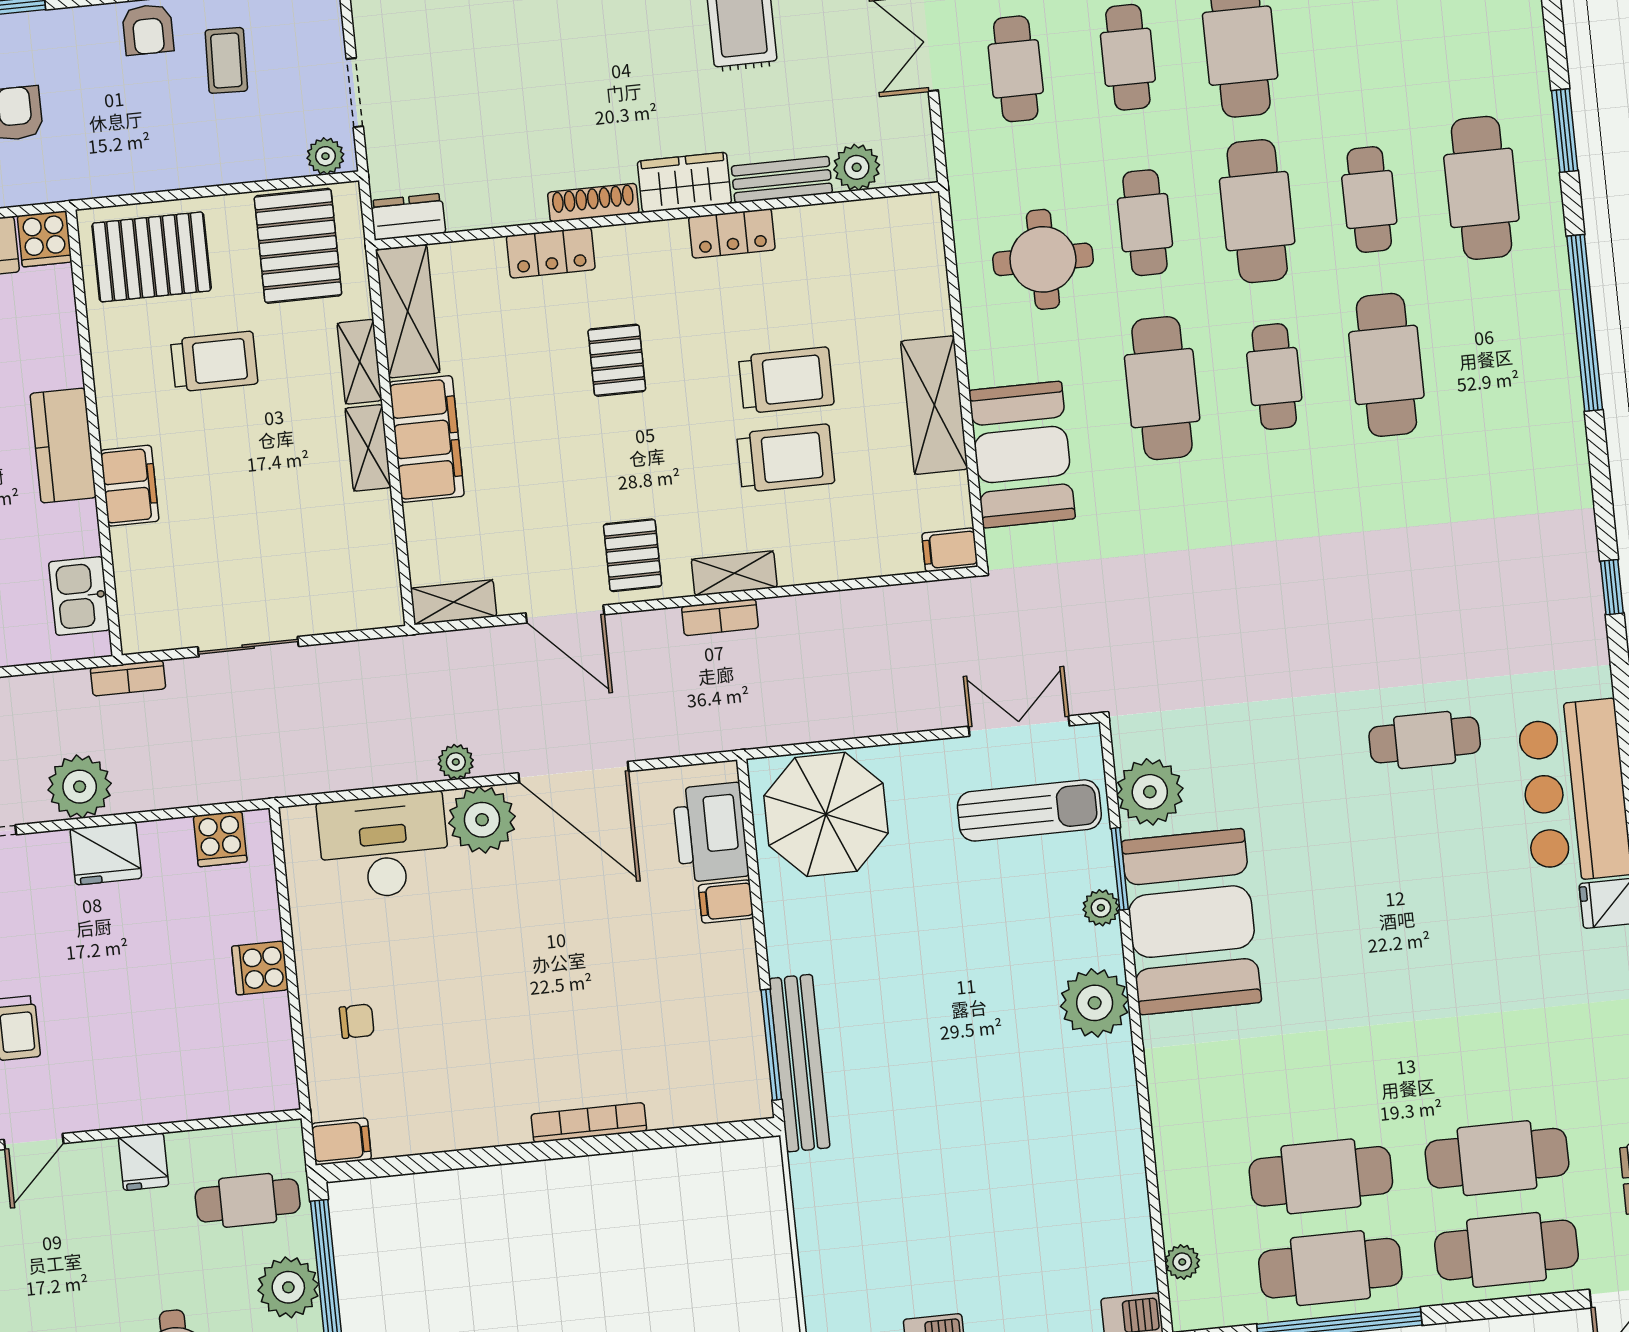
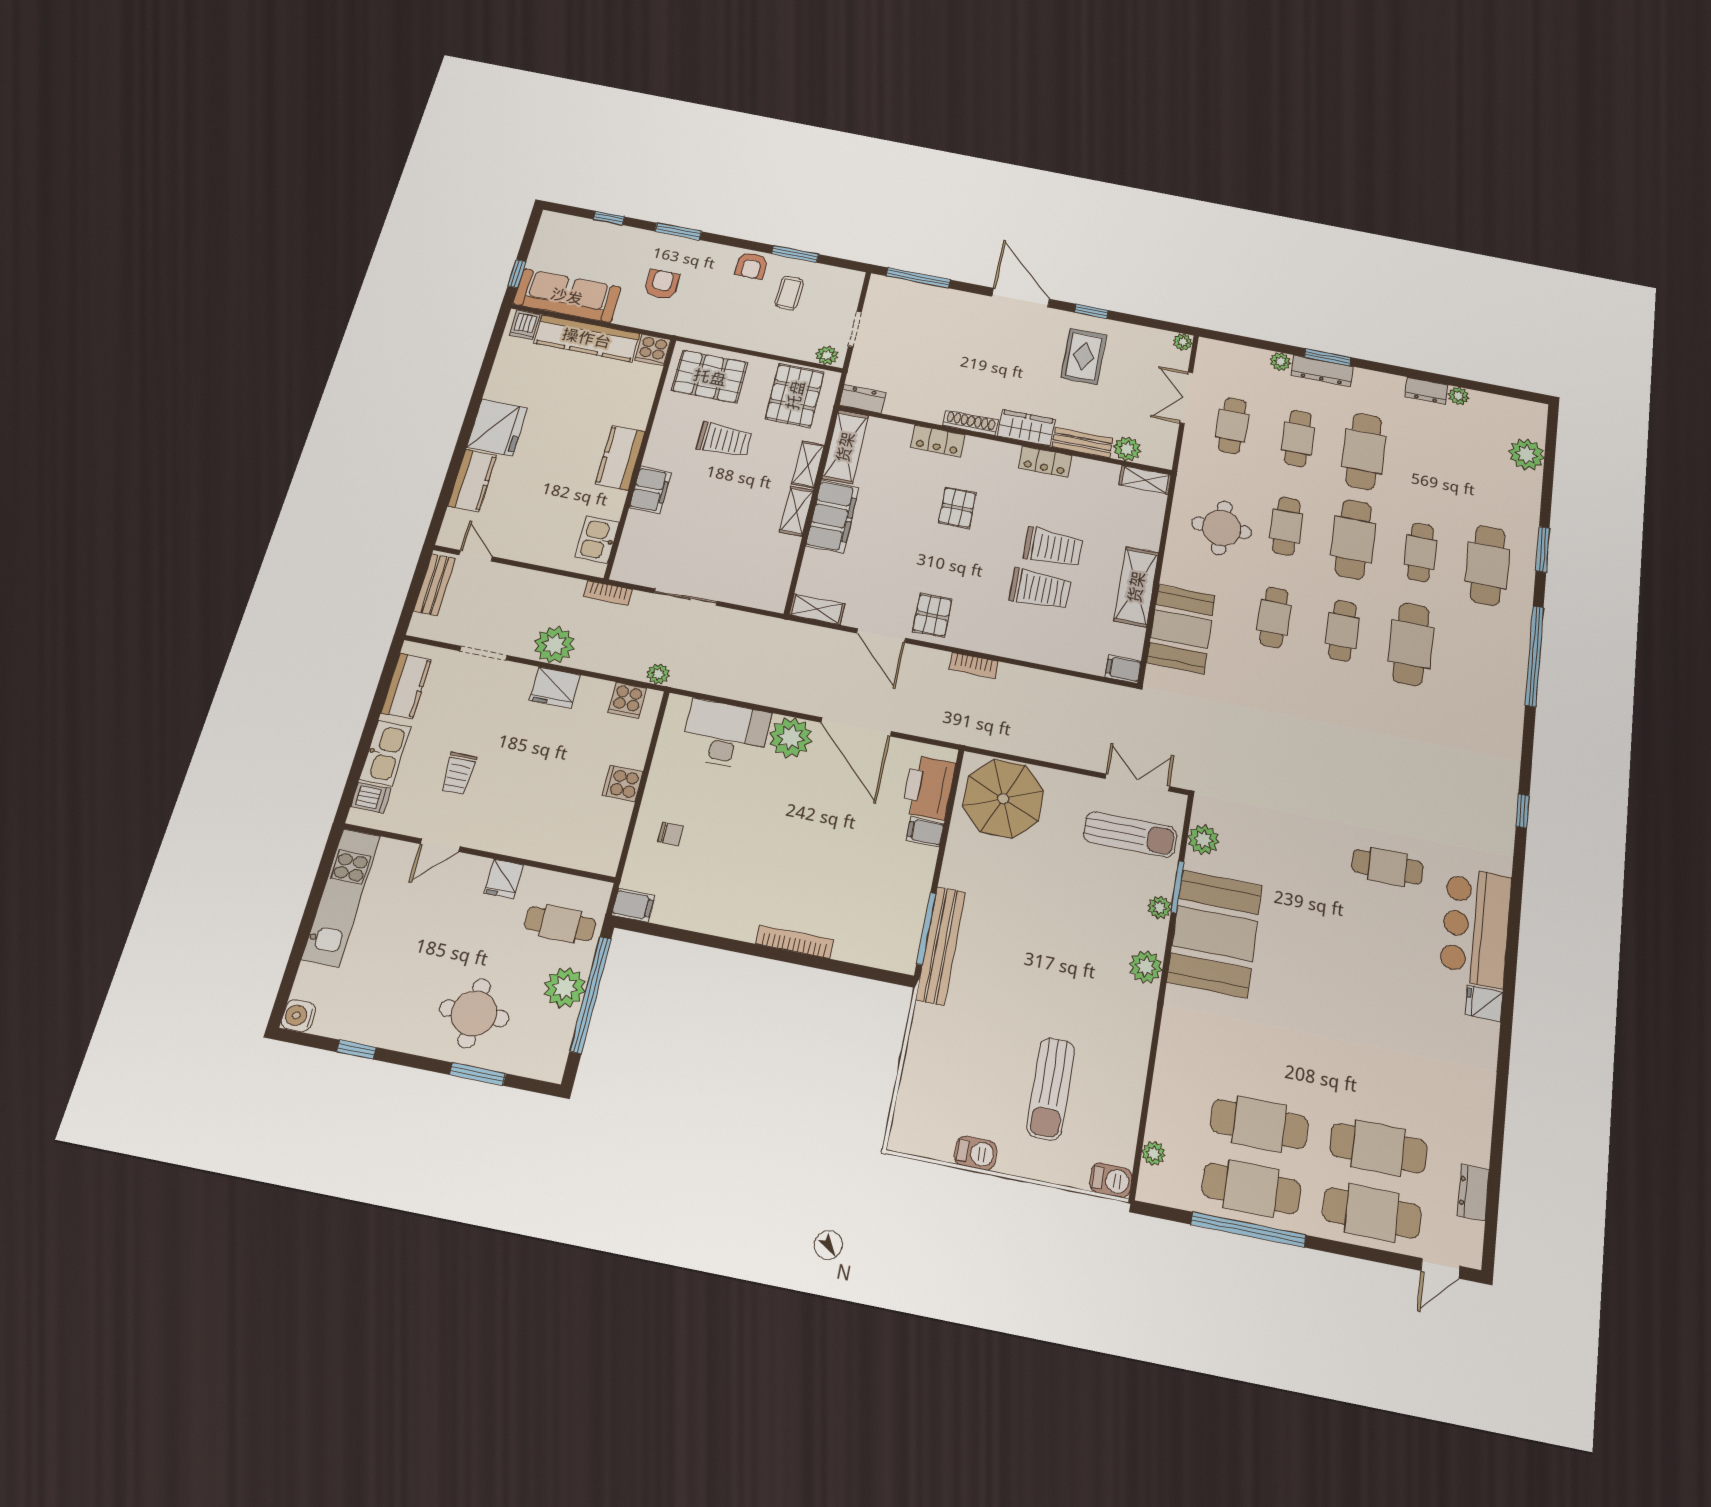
cafe table: (1162, 388) -> (1274, 617), width x0.73, depth x0.74
shelving: (734, 573) -> (1145, 480), moved
plant: (456, 762) -> (658, 674), moved
plant: (1150, 792) -> (1203, 839), width x0.73, depth x0.73
plant: (1095, 1003) -> (1146, 967), width x0.73, depth x0.73
sun lounger: (1014, 1217) -> (1051, 1089), added

